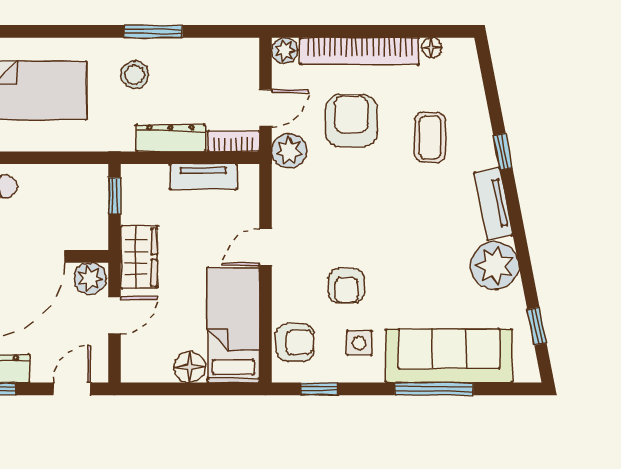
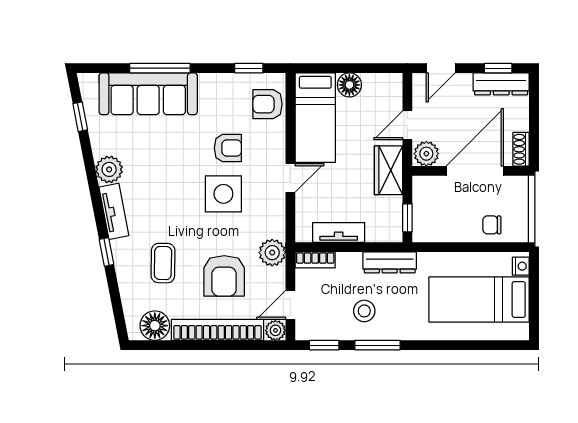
window: (222, 31) -> (324, 345), added
floor lamp: (432, 48) -> (155, 326), width x1.89, depth x1.89
stool: (135, 75) -> (364, 311), moved
door: (266, 108) -> (290, 305), moved
dresser: (171, 138) -> (390, 262), moved
plant: (495, 266) -> (109, 169), width x0.73, depth x0.73
armchair: (346, 286) -> (228, 148), turned 90
side table: (359, 343) -> (223, 194), moved, width x1.87, depth x1.87

